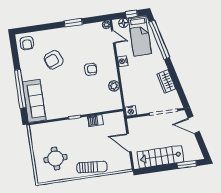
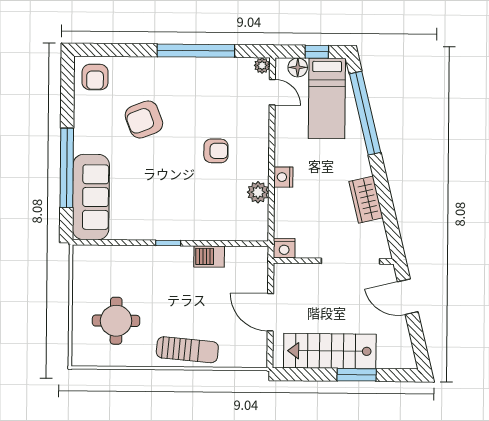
window: (73, 23) -> (196, 51), width x2.11
nightstand: (123, 61) -> (283, 177), moved
window: (187, 164) -> (357, 375), moved

